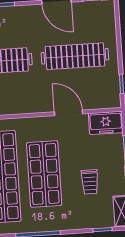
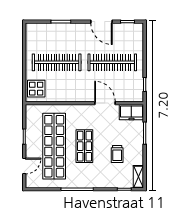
shop shelf: (44, 174) -> (84, 146), width x0.70, depth x0.74

